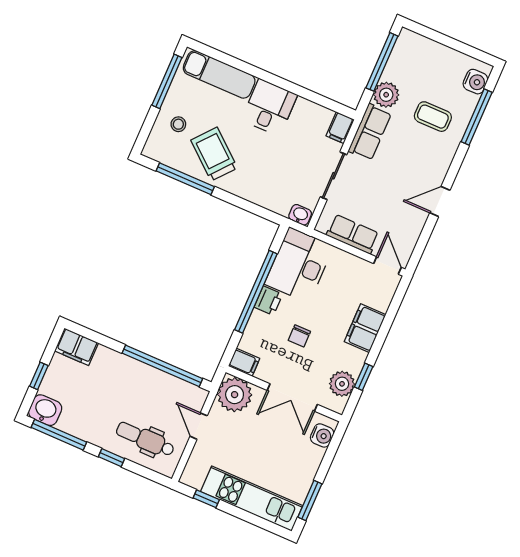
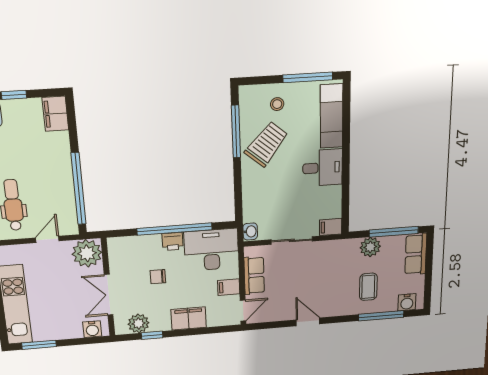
row of seats: (370, 132) -> (416, 254), moved, turned 90
filing cabinet: (244, 362) -> (229, 287), moved, turned 90

